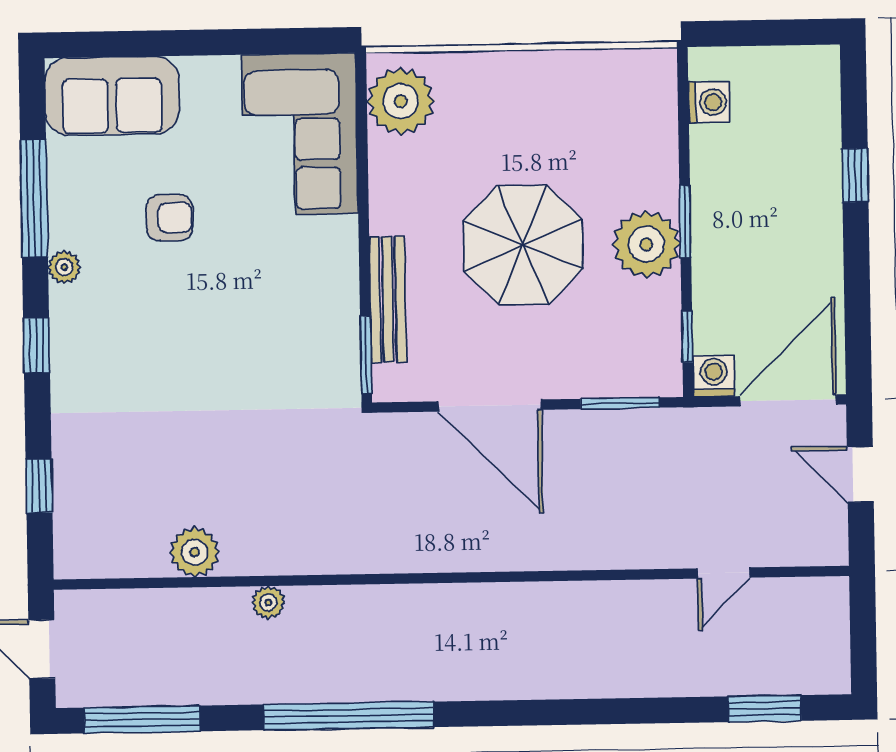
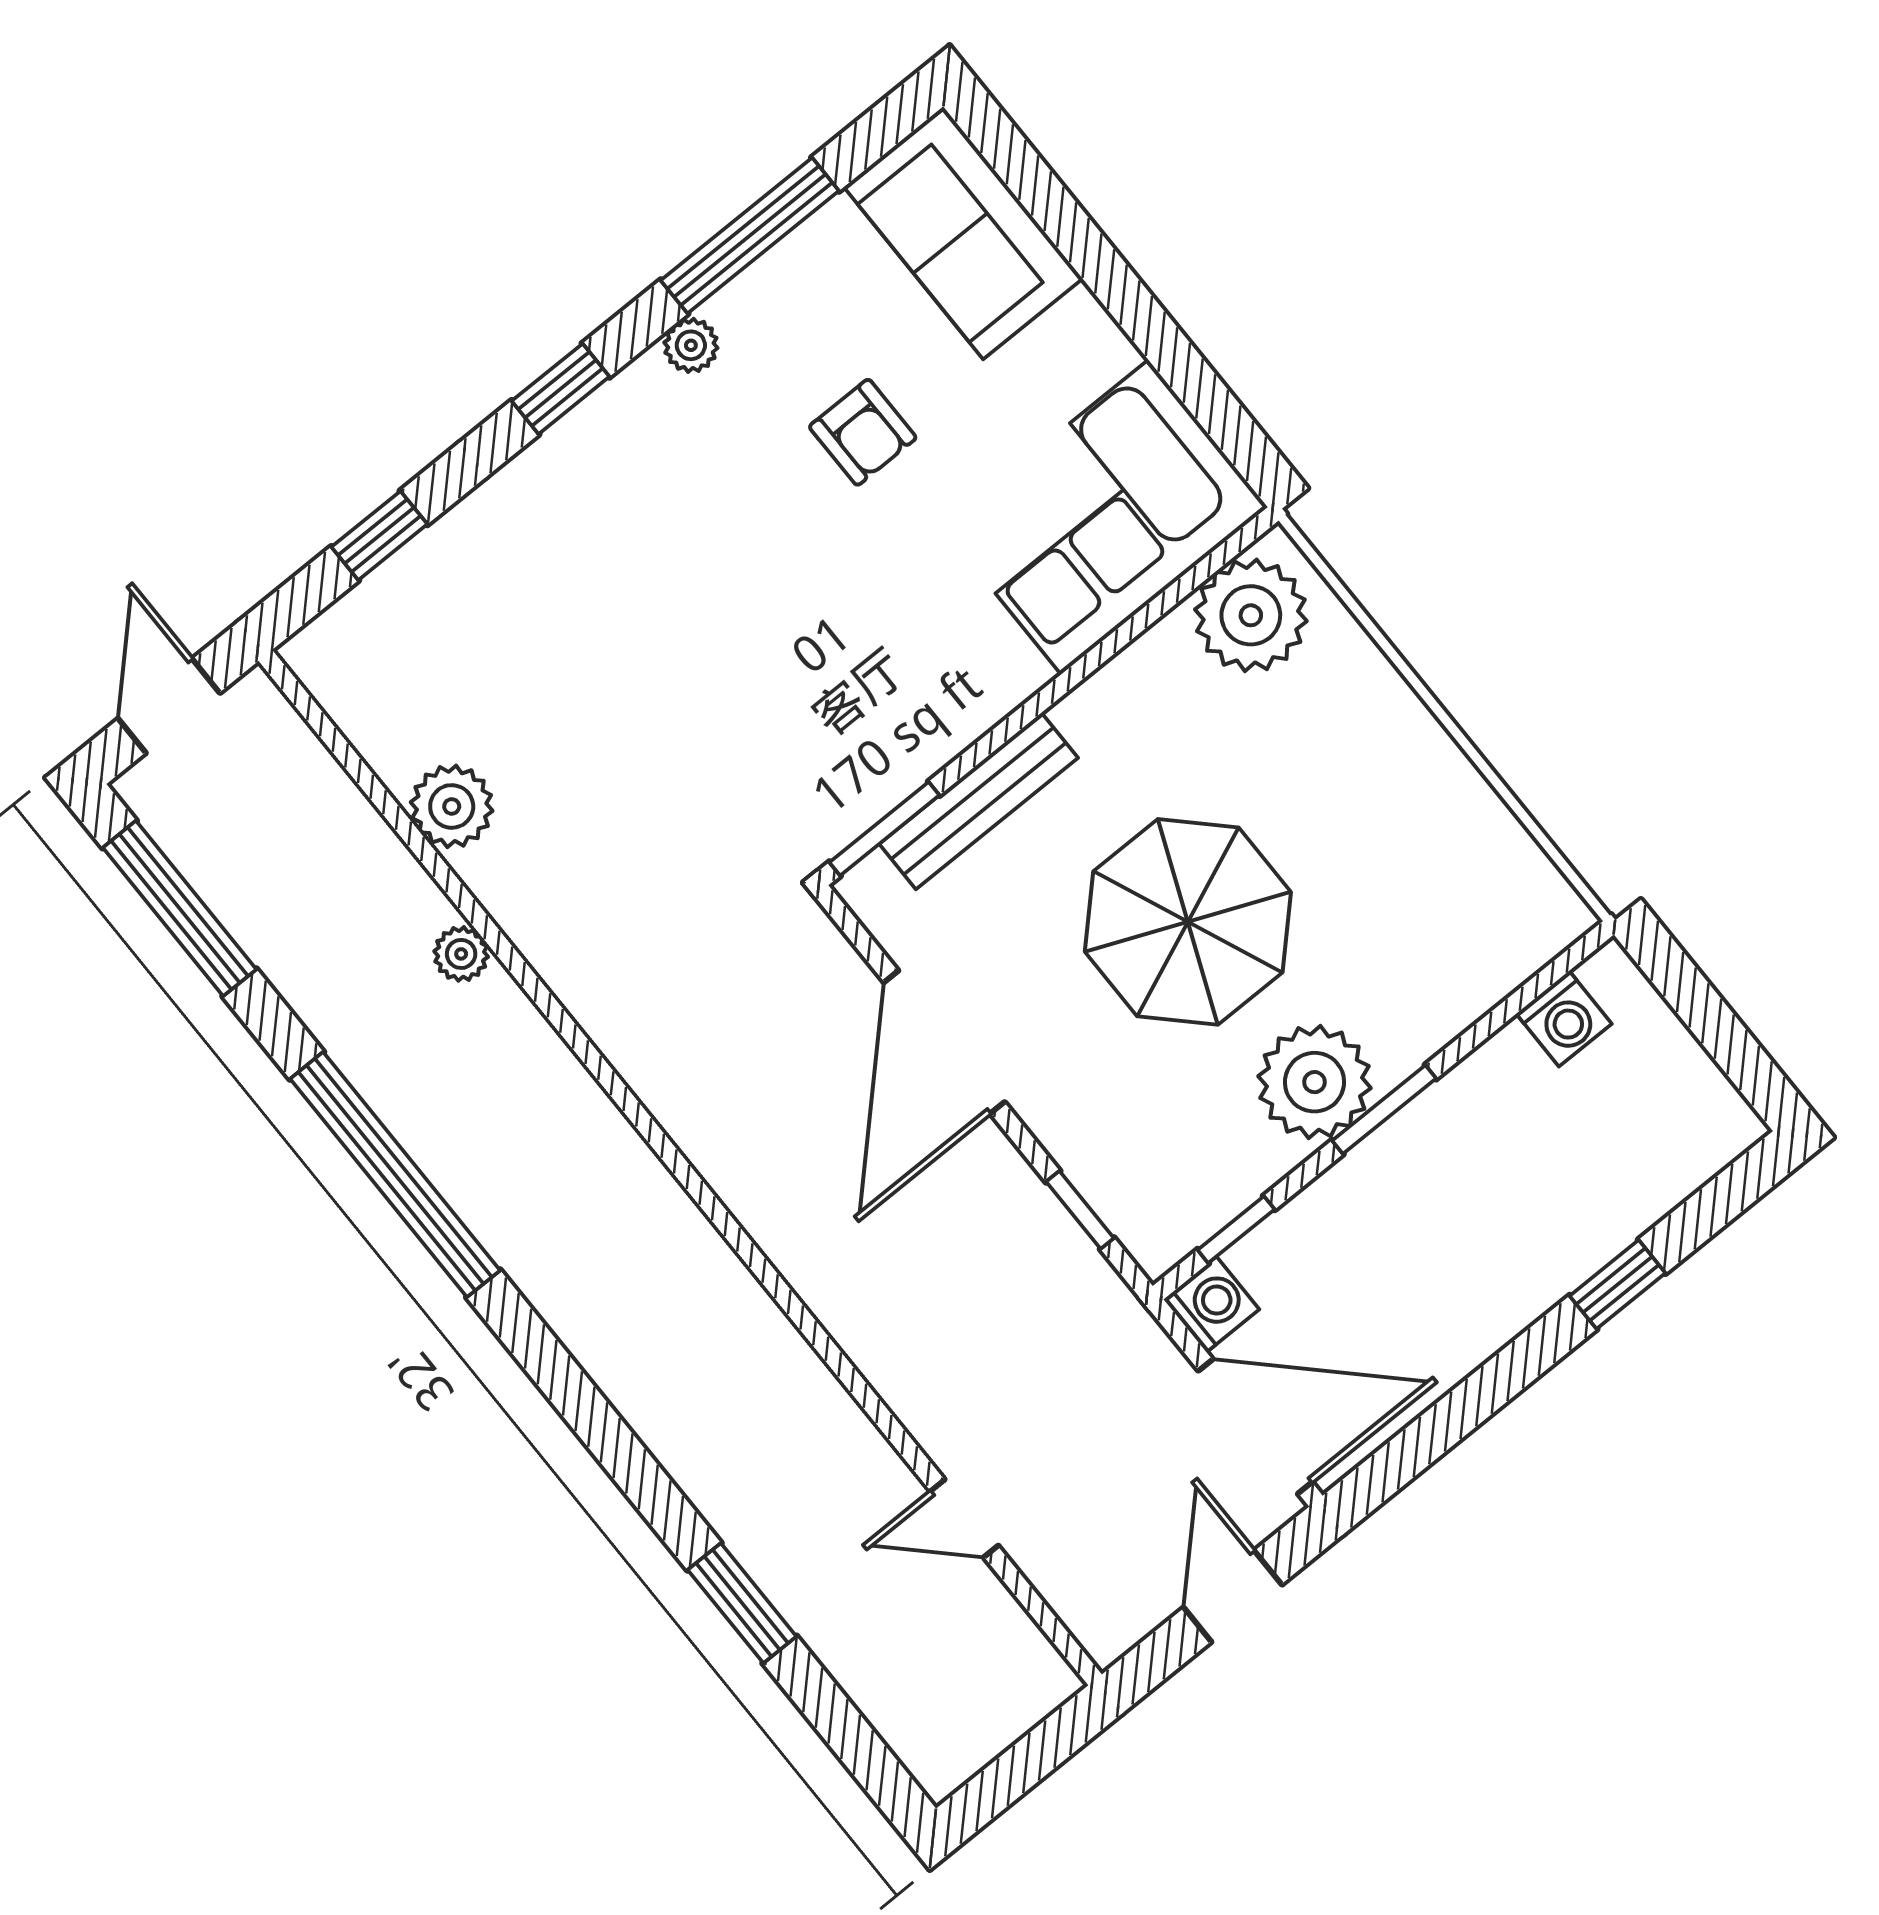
window: (620, 403) -> (1080, 1210), width x0.67
window: (765, 709) -> (742, 1603), moved

